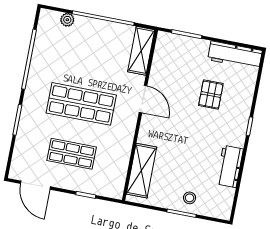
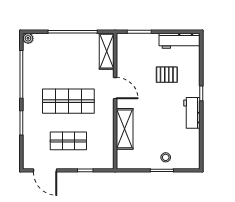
plant: (67, 20) -> (28, 38), moved
pallet: (211, 95) -> (167, 75), turned 90
workbench: (230, 166) -> (192, 113), moved
shelving: (142, 171) -> (125, 129), moved

